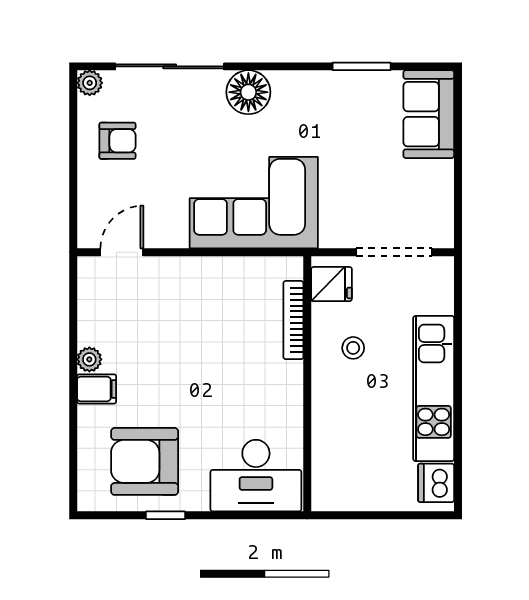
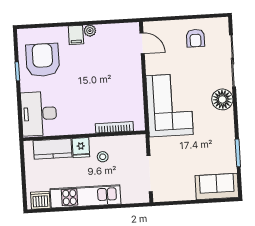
plant: (90, 83) -> (222, 23), removed
fridge: (331, 284) -> (81, 148), moved
kitchen counter: (331, 451) -> (53, 149), added

